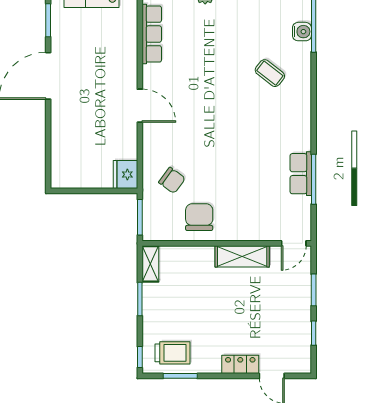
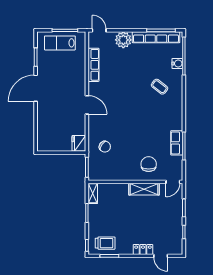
chair: (199, 217) -> (149, 164), moved

